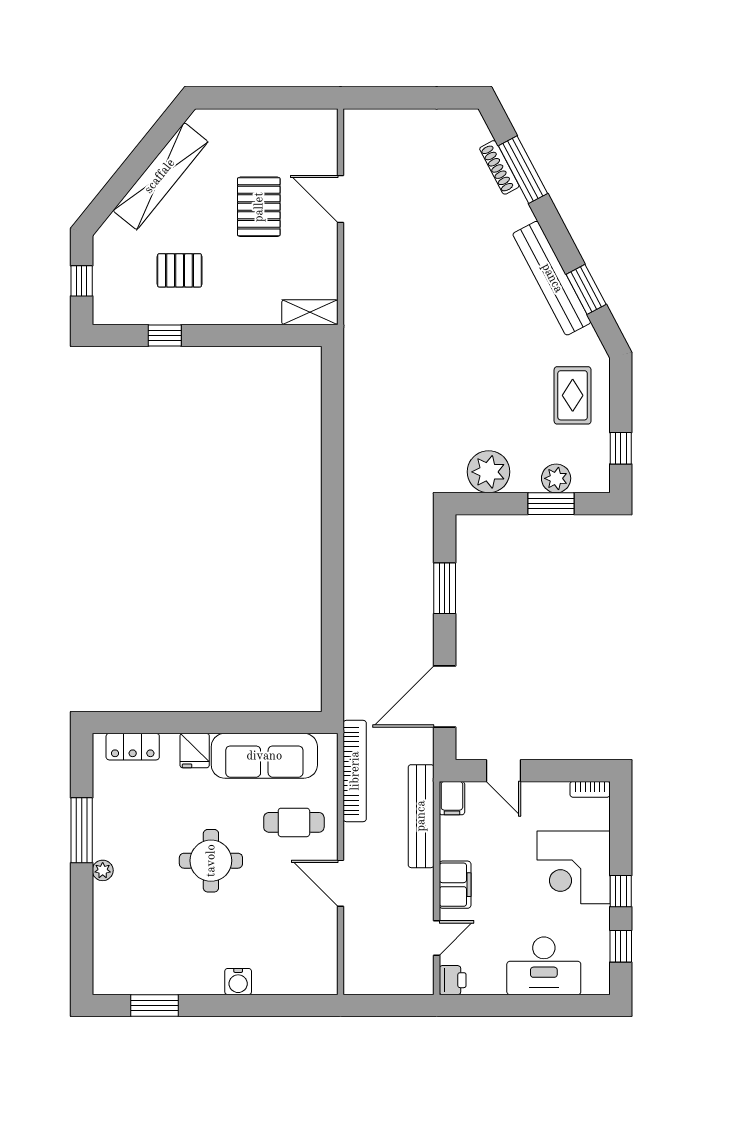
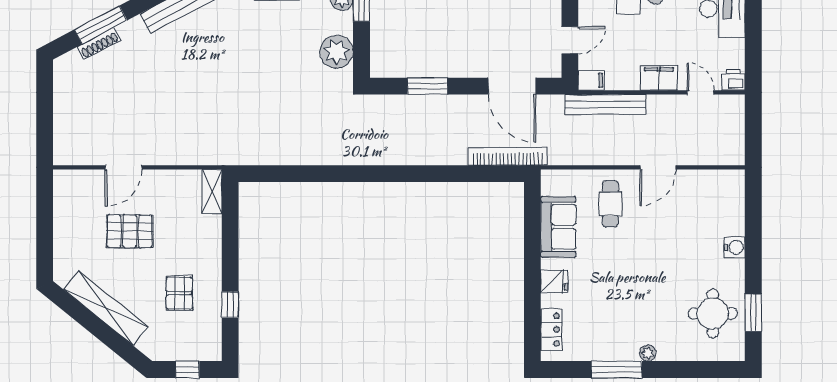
sofa: (264, 756) -> (558, 227), width x0.73
bookcase: (355, 771) -> (508, 156), moved
round table: (211, 861) -> (713, 313), moved

